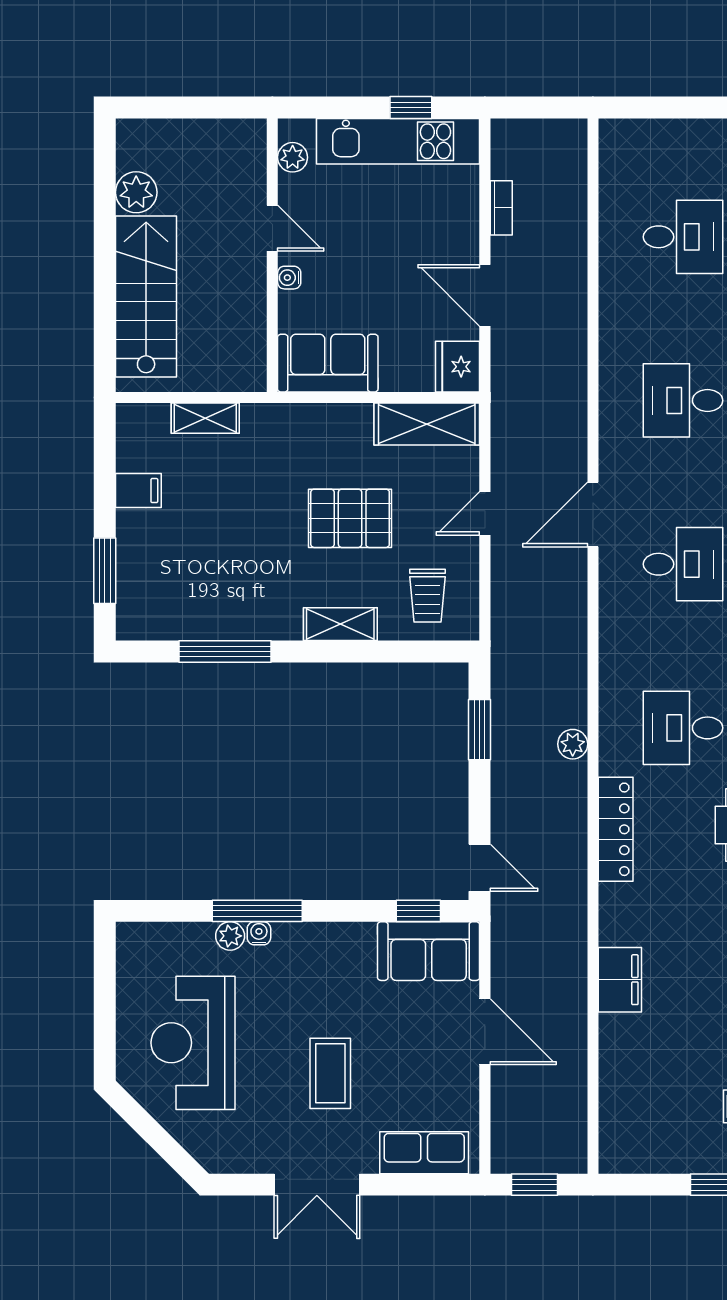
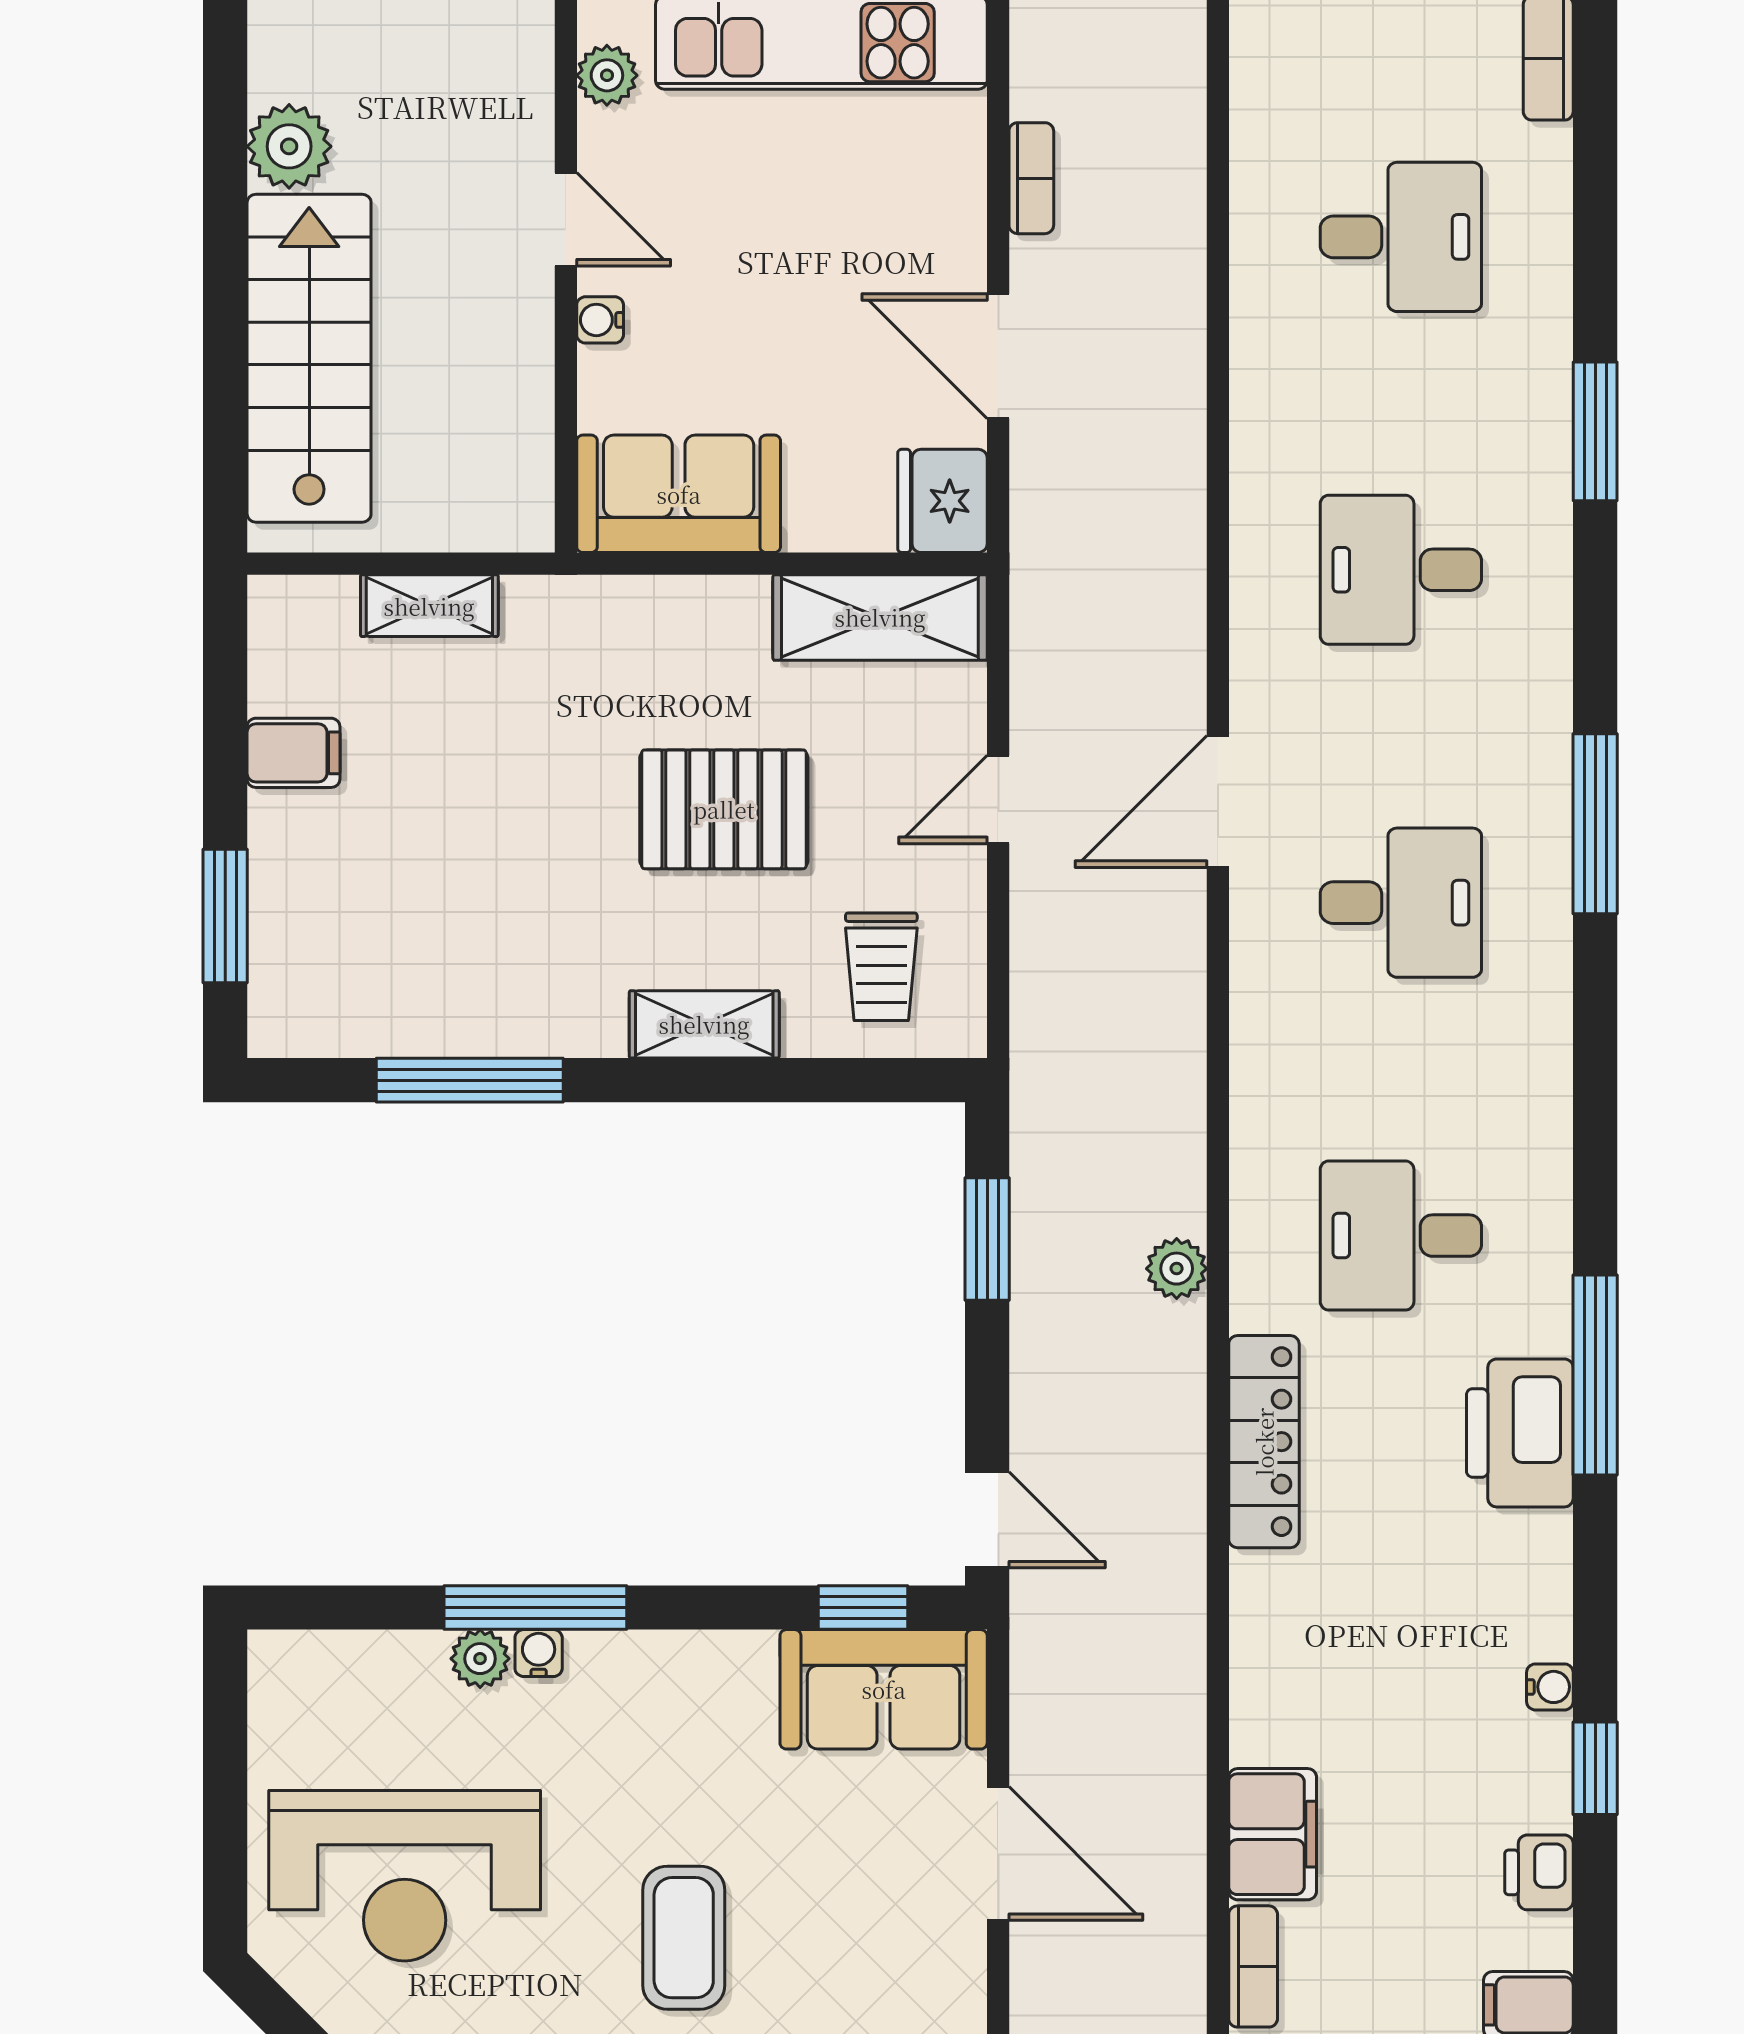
filing cabinet: (620, 980) -> (1273, 1834), moved
reception desk: (193, 1043) -> (405, 1876), turned -90
bookcase: (610, 1087) -> (1253, 1966), added

